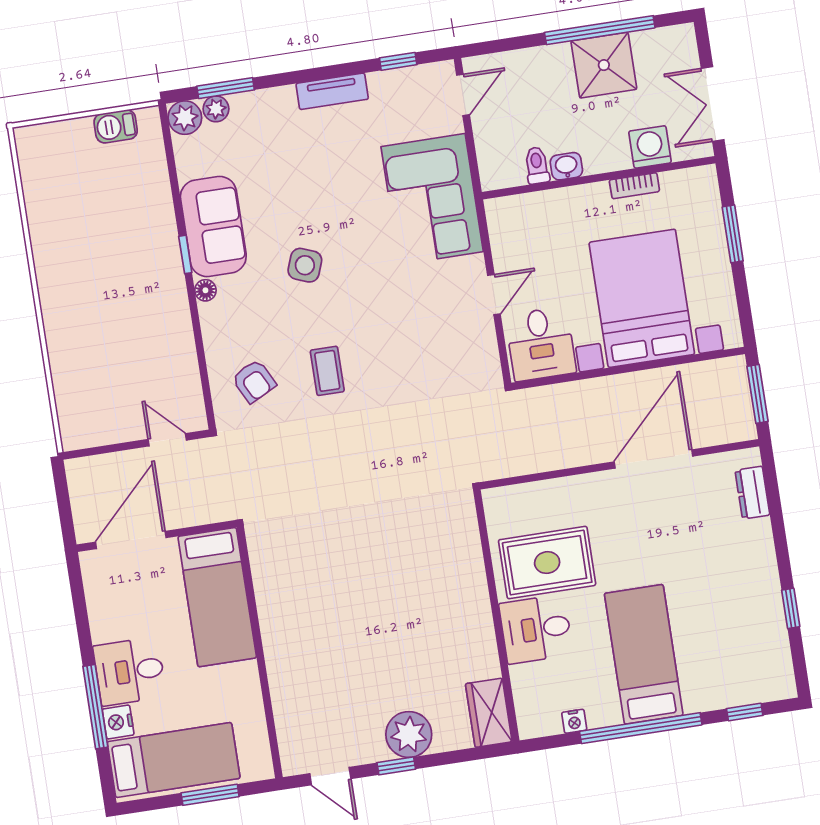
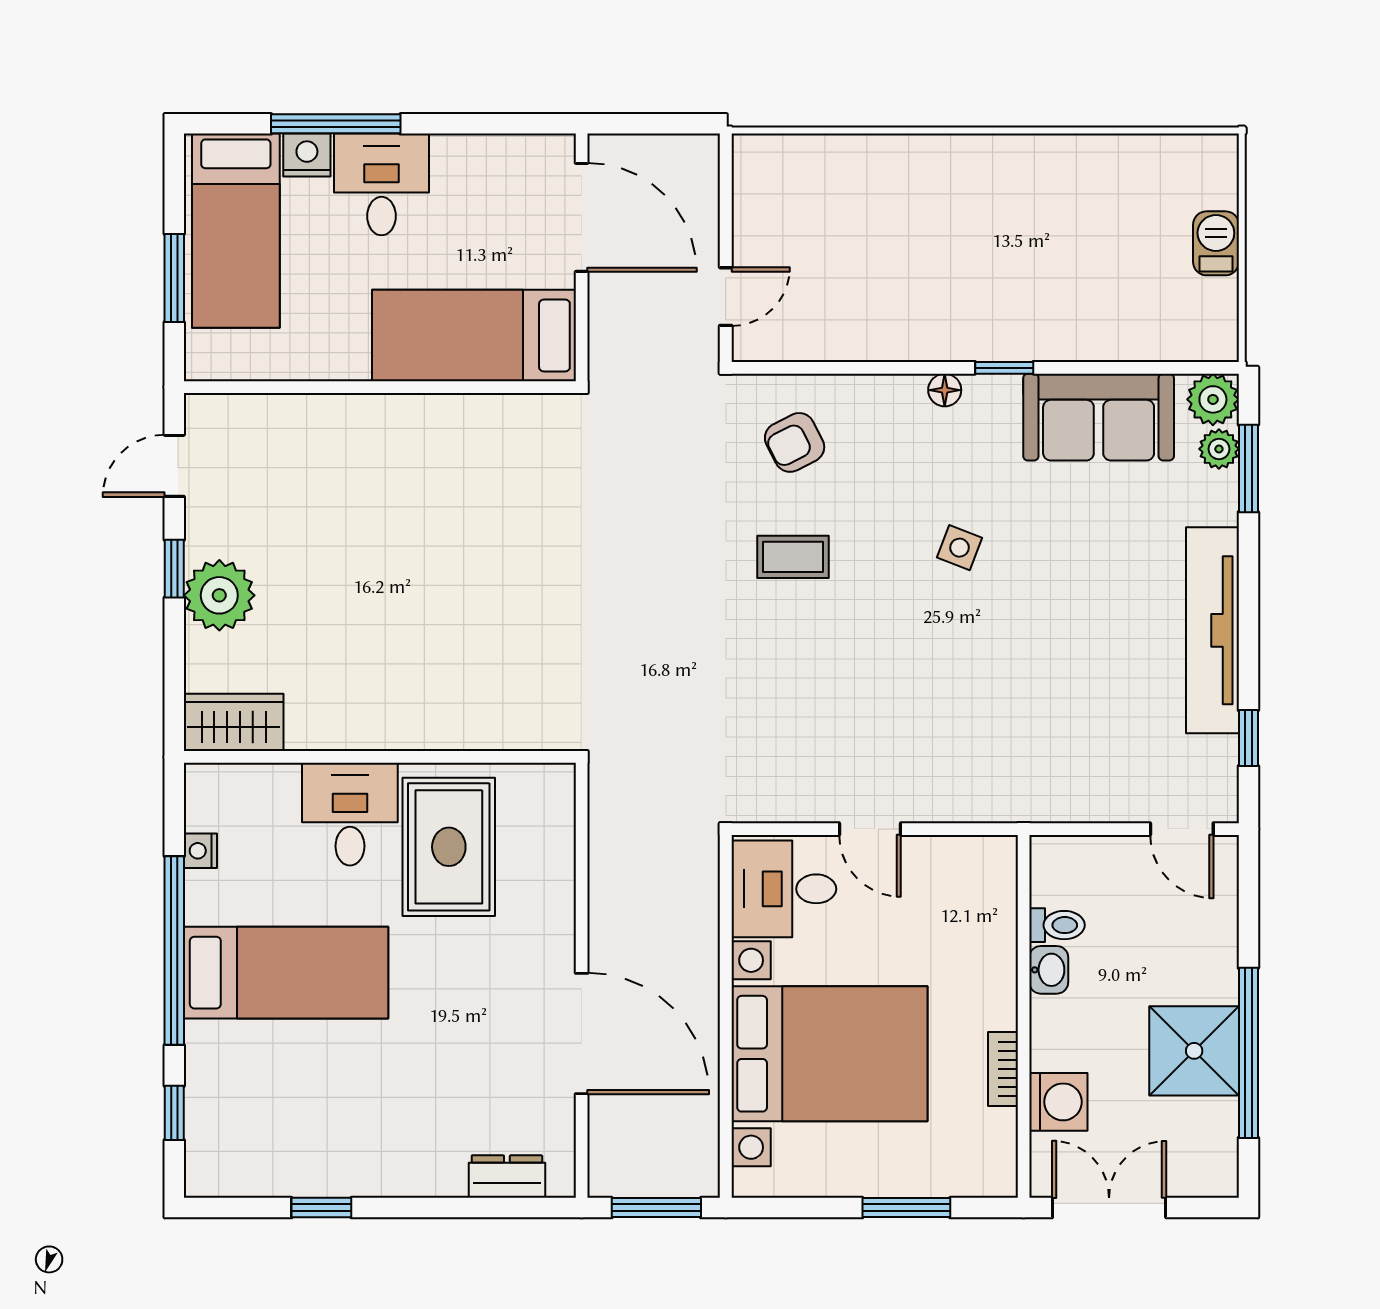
tv unit: (332, 91) -> (1212, 630), width x1.92, depth x1.29
barbecue: (116, 126) -> (1216, 243), moved
corner sofa: (432, 199) -> (1030, 757), removed
sofa: (213, 226) -> (1099, 417), moved
side table: (305, 265) -> (959, 548), width x0.73, depth x0.73

